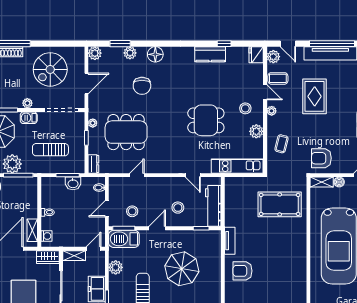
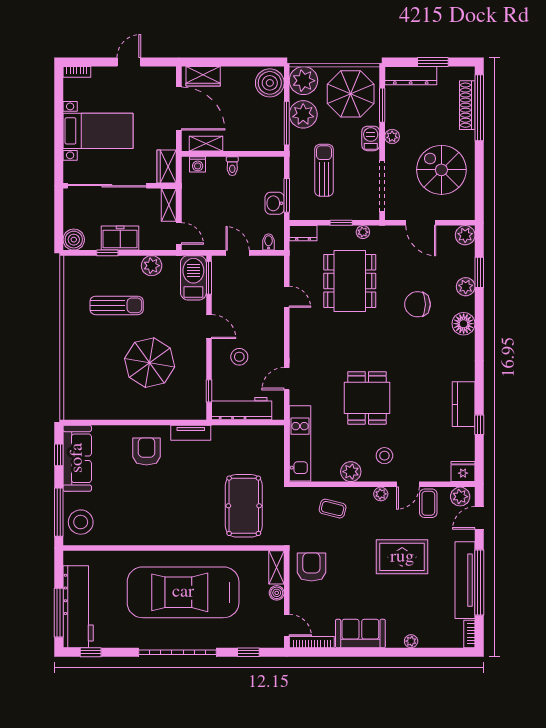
stool: (132, 211) -> (234, 290), removed

